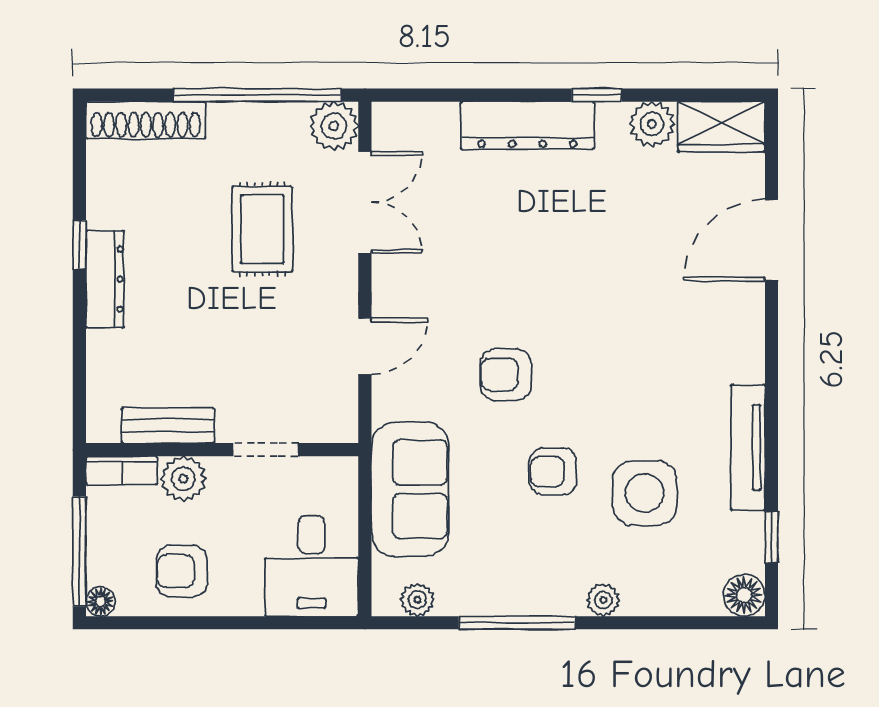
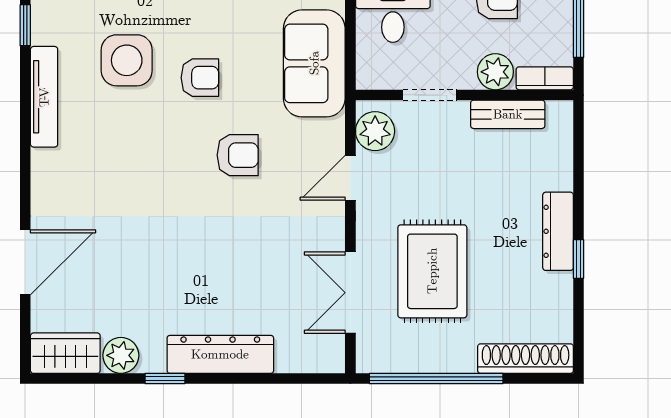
plant: (334, 126) -> (375, 131), moved
rug: (262, 229) -> (432, 271), width x1.36, depth x1.43

